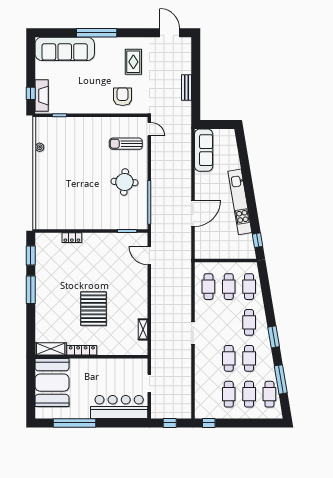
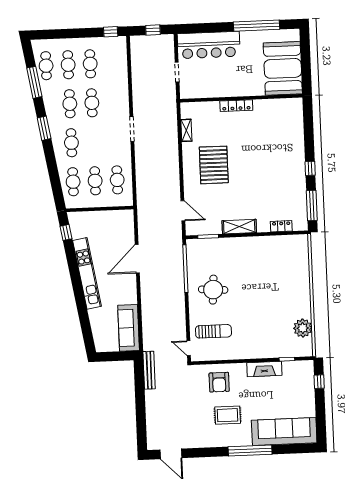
rug: (133, 62) -> (228, 415), moved, turned 90
bench: (186, 87) -> (149, 370), moved, width x1.36
fireplace: (42, 96) -> (264, 369), moved, turned -90
plant: (40, 147) -> (303, 328), width x1.88, depth x1.88
locker: (72, 238) -> (281, 226), moved
window: (31, 256) -> (312, 205), width x1.44
window: (31, 290) -> (310, 168), width x0.46
pallet: (94, 309) -> (214, 165), moved
shelving: (51, 349) -> (239, 227), moved
locker: (82, 350) -> (236, 106), moved

